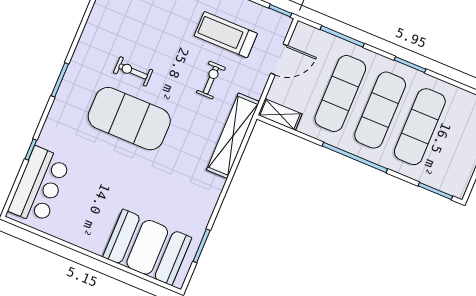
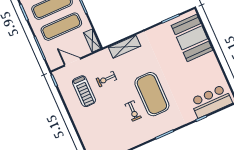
shelving: (233, 136) -> (125, 47), width x0.68

